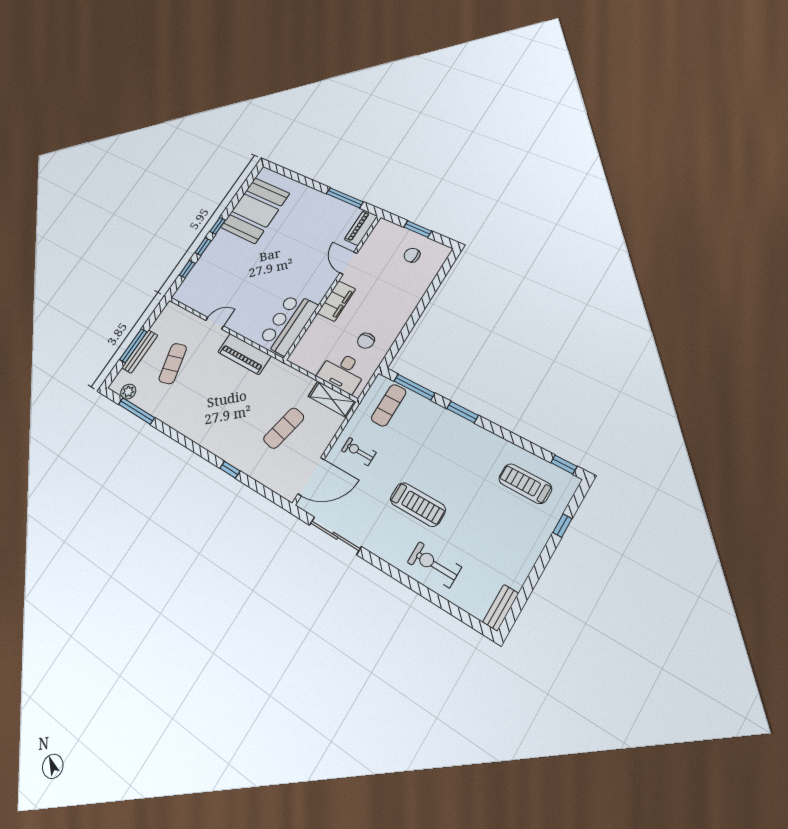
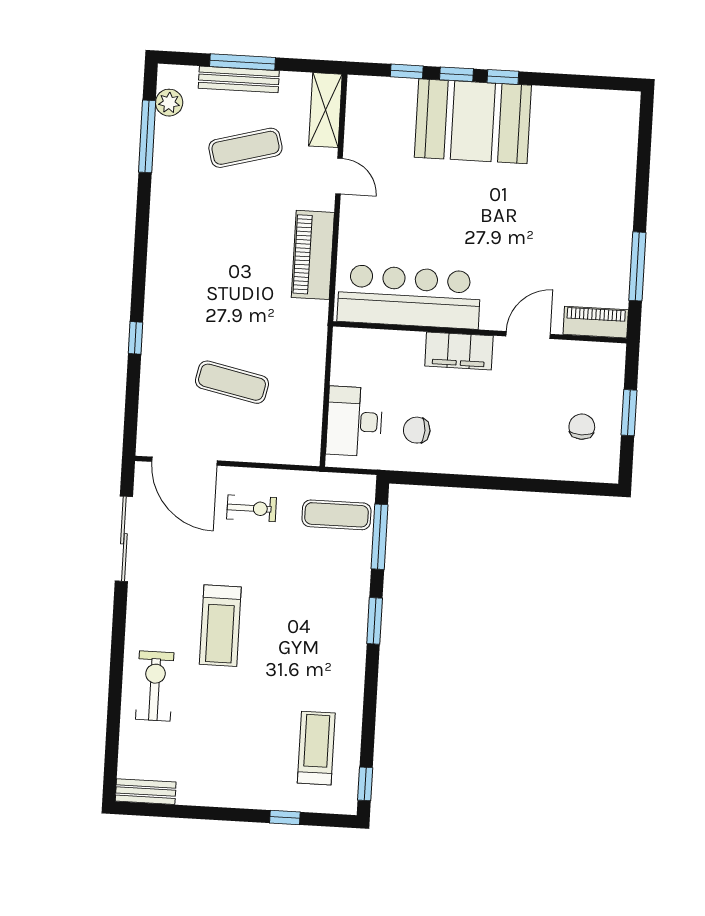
booth: (255, 210) -> (473, 121), moved
bar counter: (288, 324) -> (409, 297), width x1.36
shelving: (332, 399) -> (325, 110), moved
exercise bike: (359, 451) -> (252, 508), turned 90

